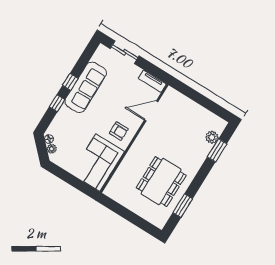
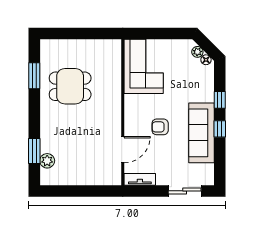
armchair: (119, 131) -> (160, 127), moved
dining table: (161, 182) -> (70, 86), width x0.73

